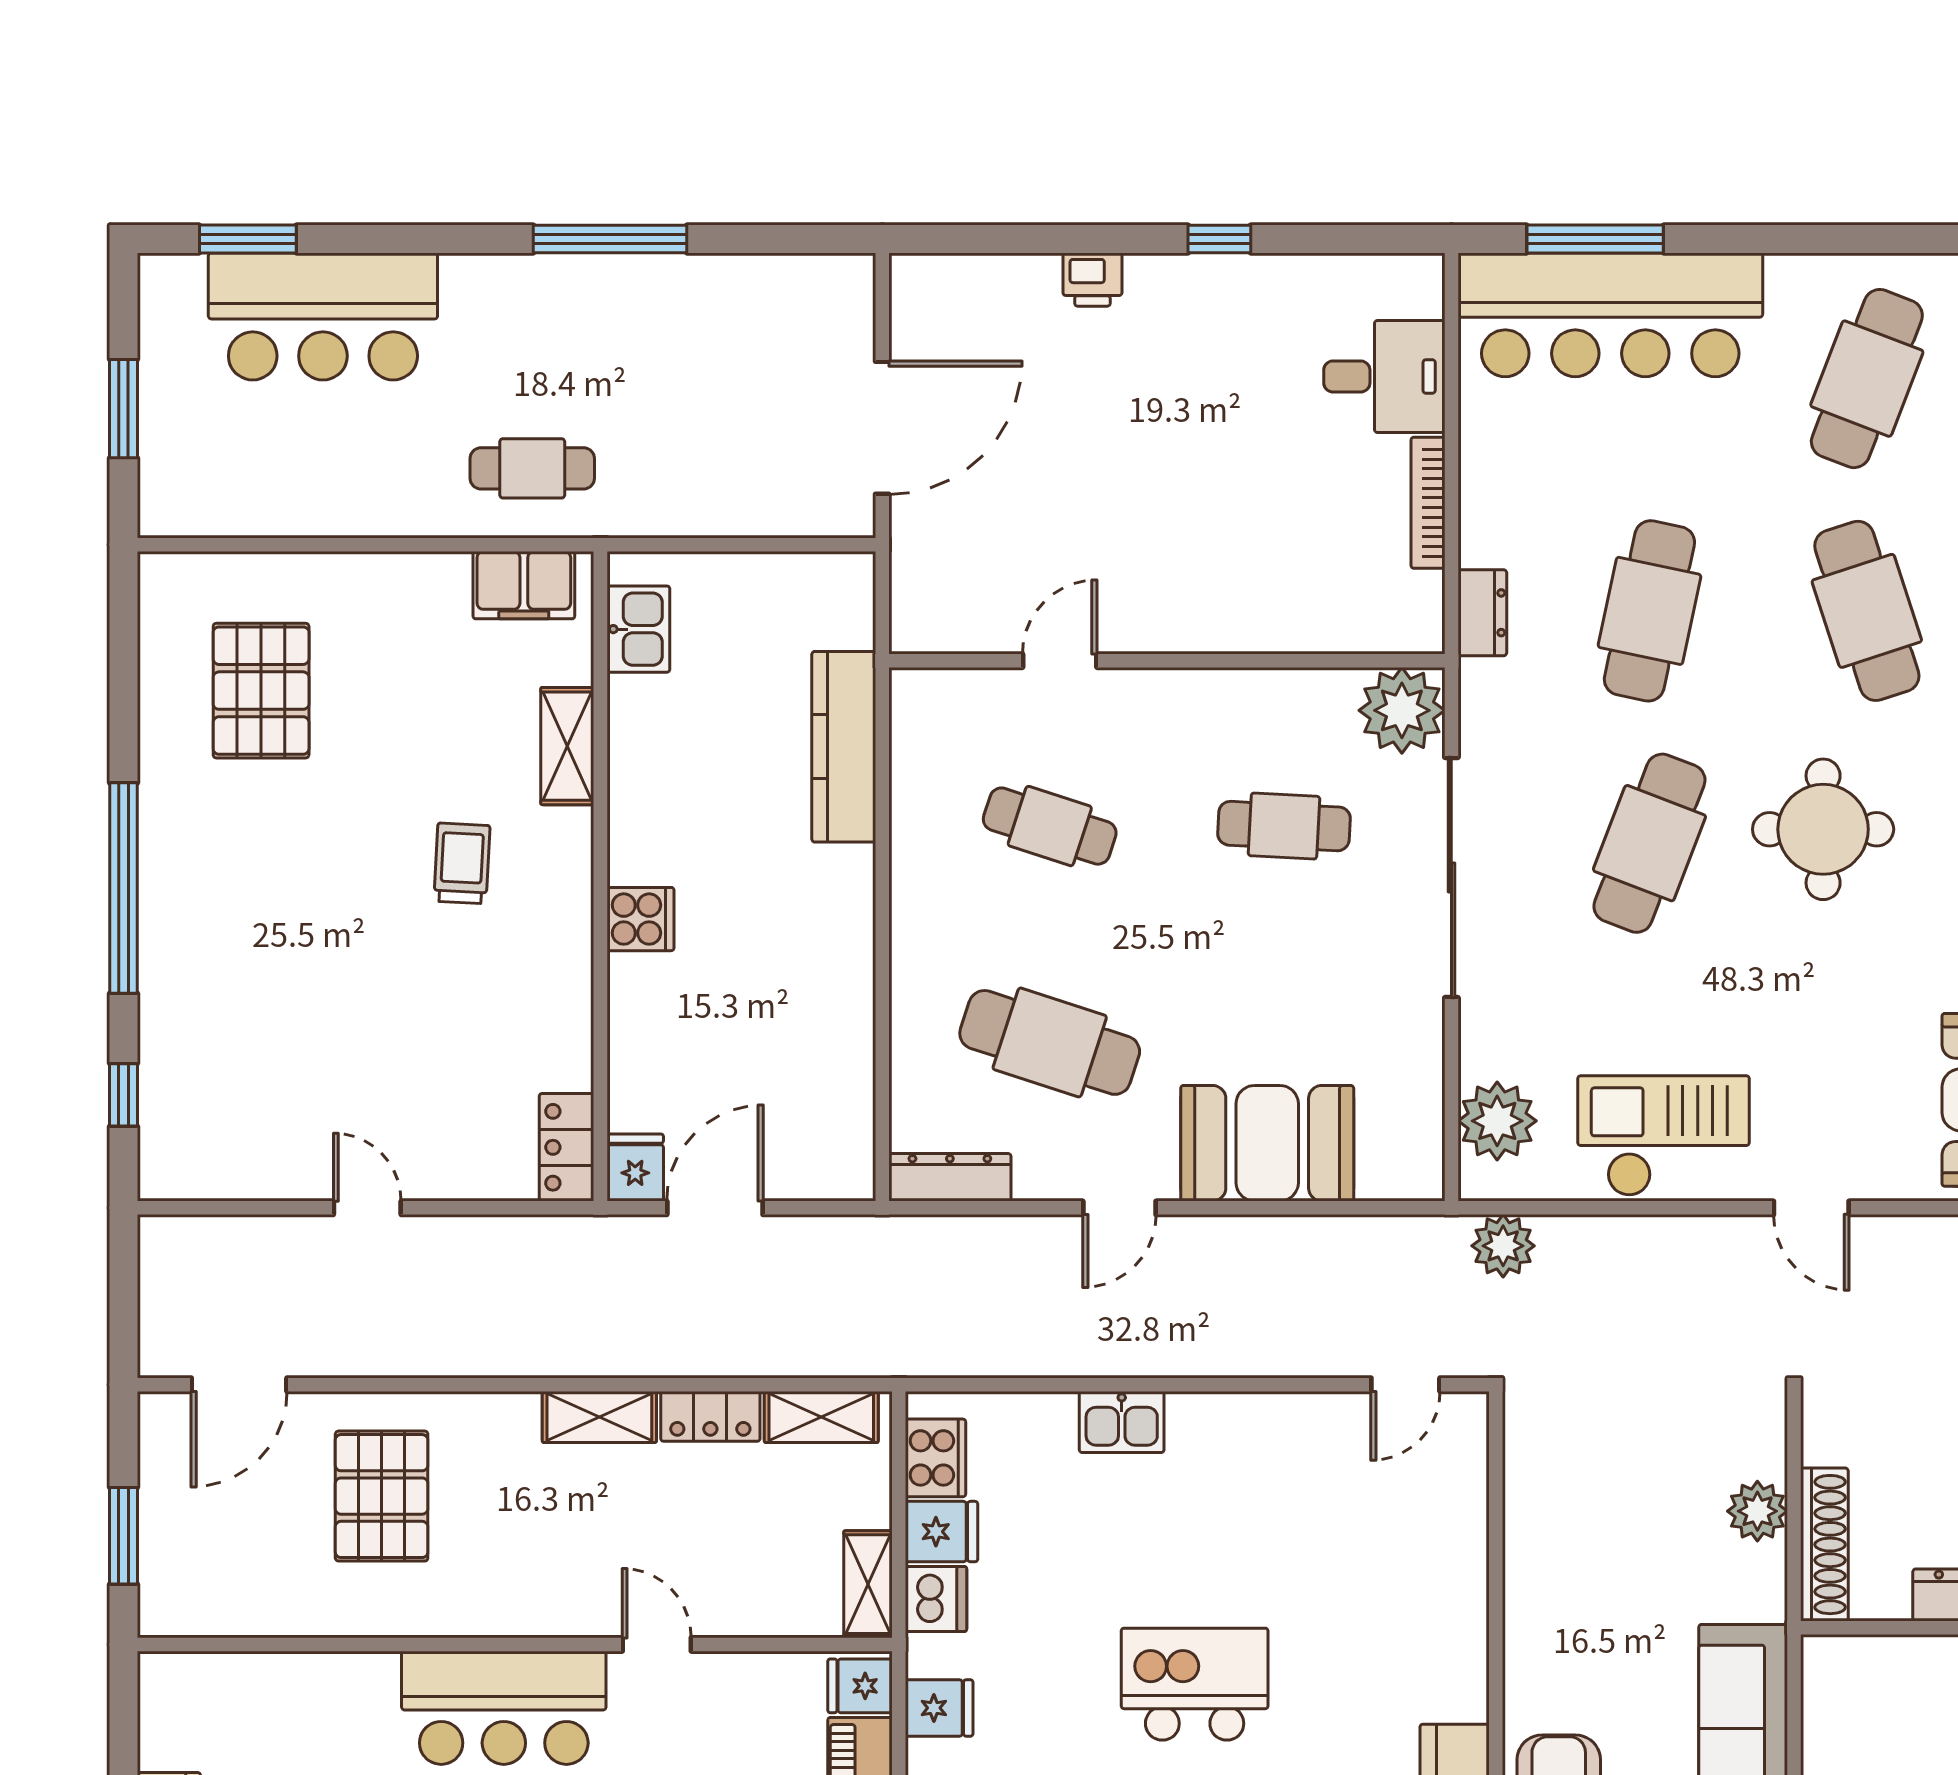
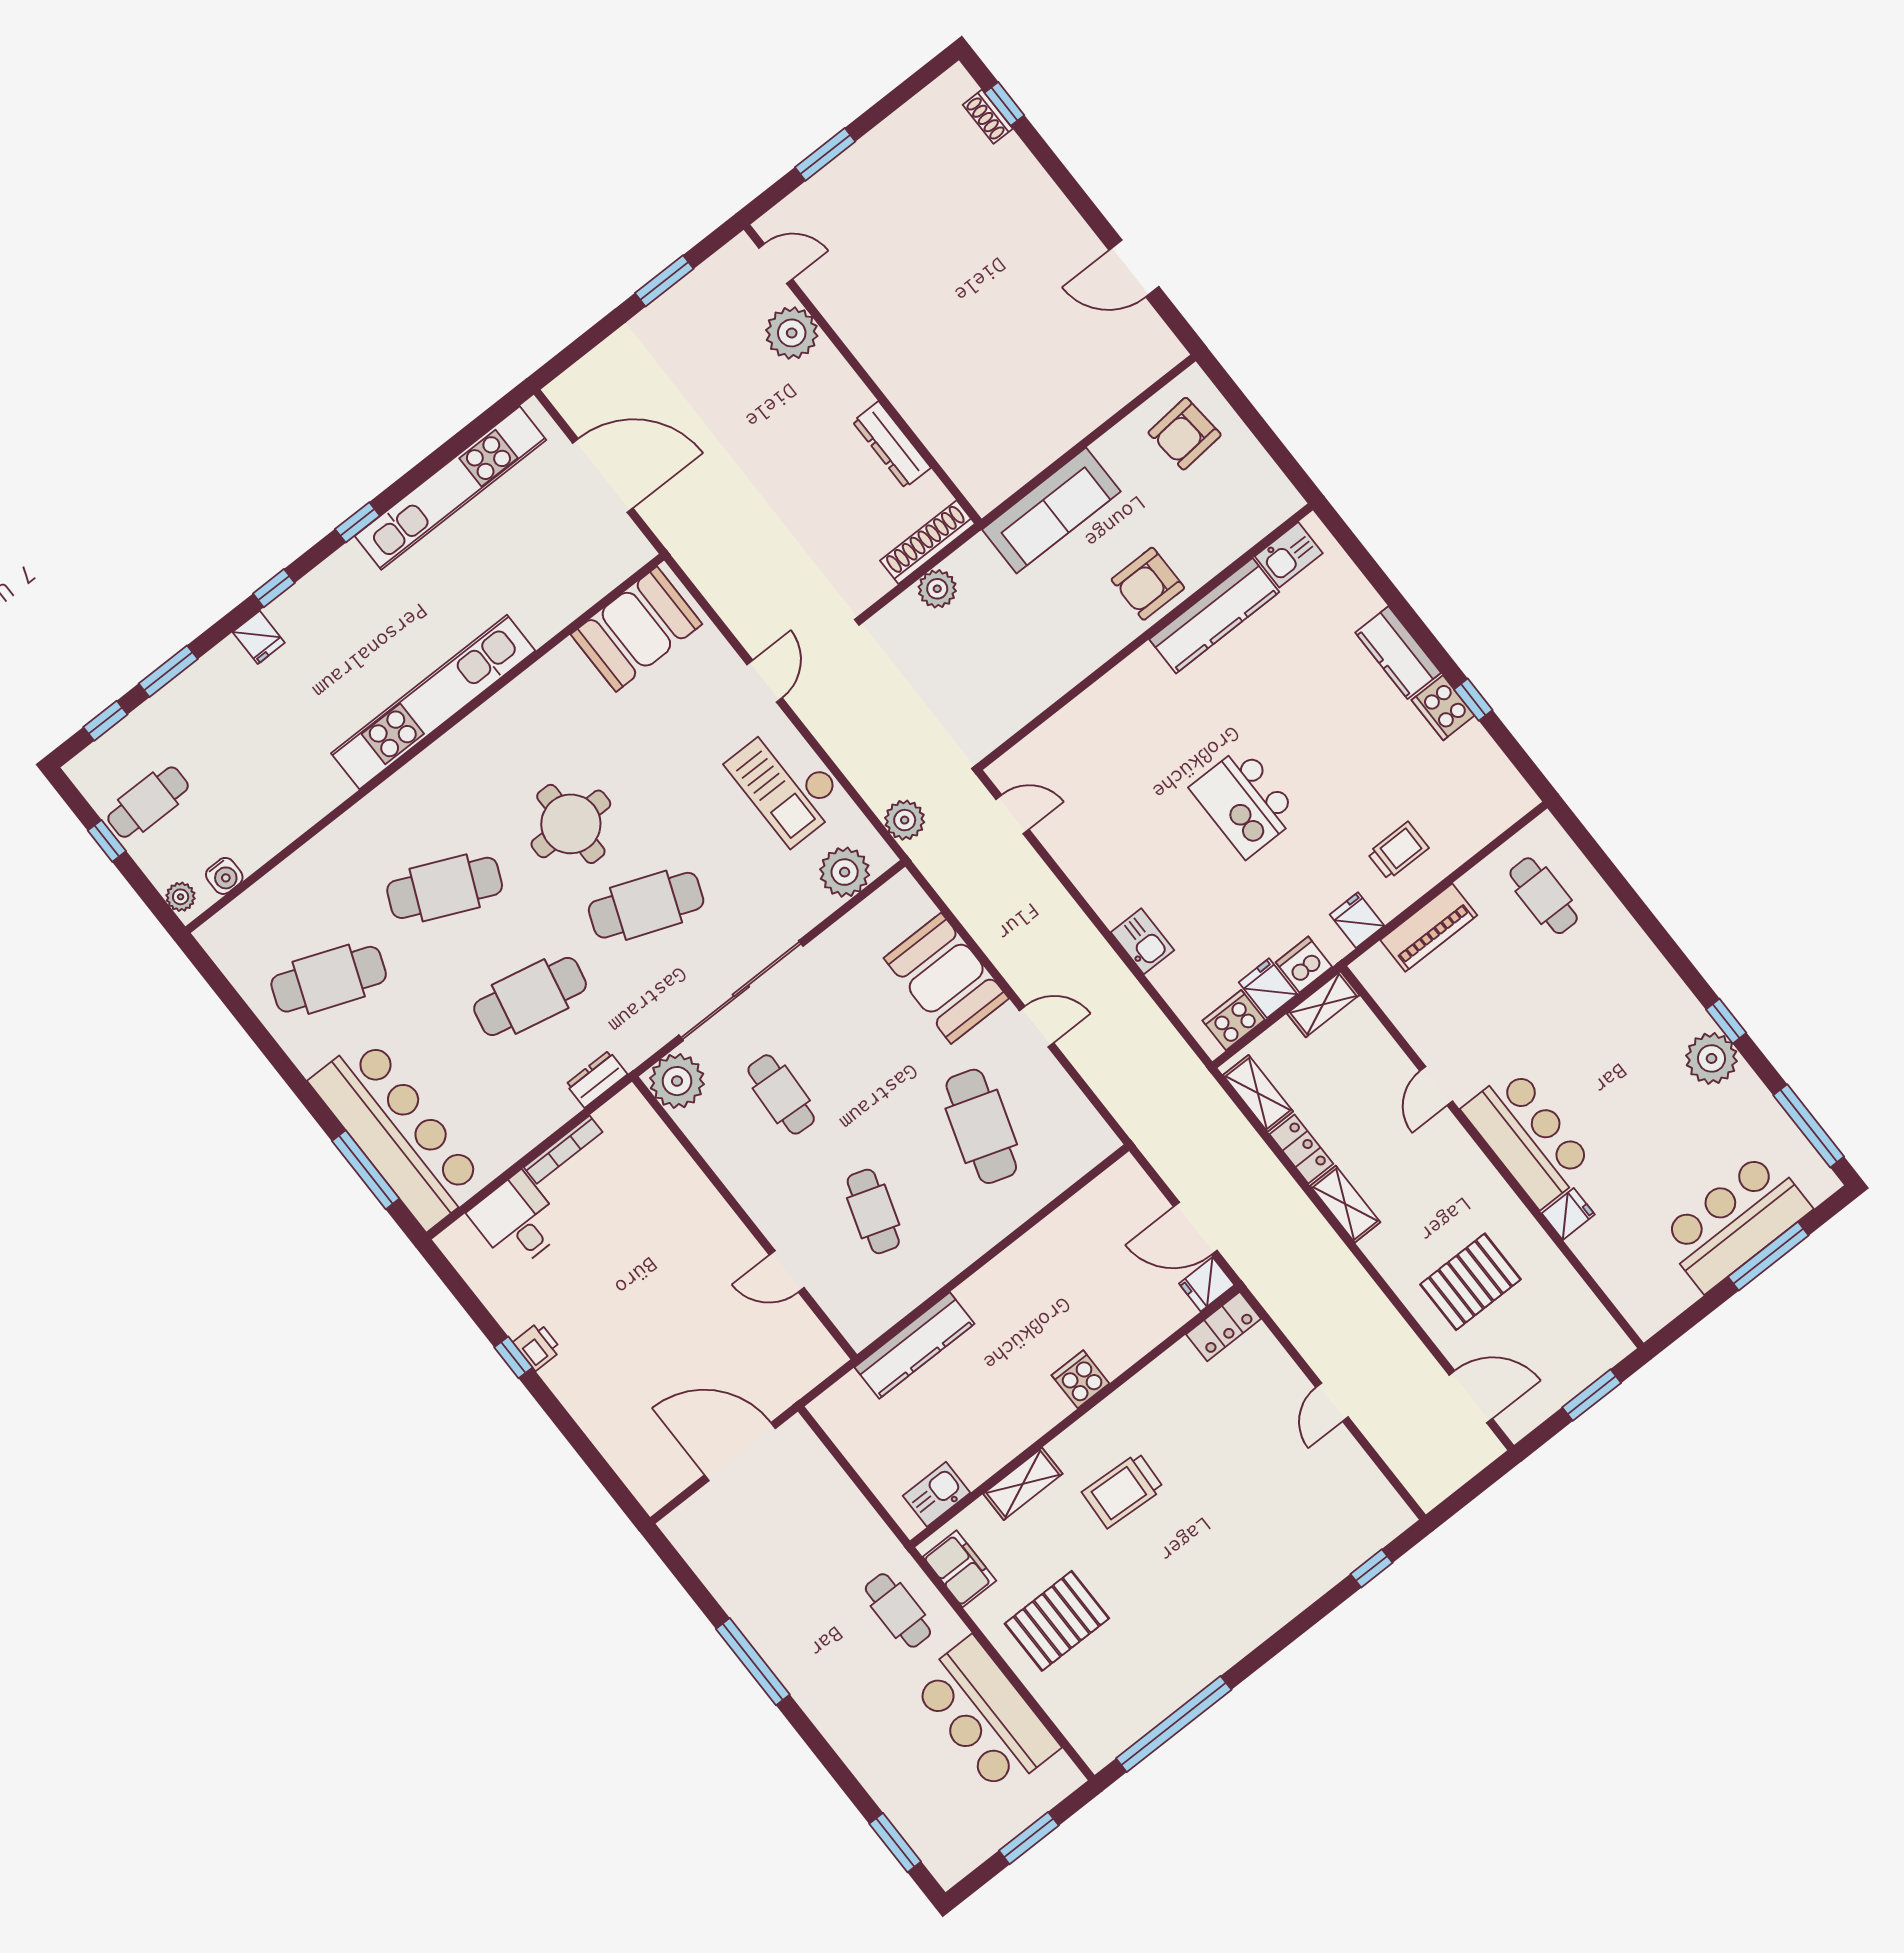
printer: (1092, 280) -> (537, 1346), moved
bar counter: (323, 316) -> (985, 1715), moved, turned 180
cafe table: (1867, 611) -> (445, 888), turned 42
pallet: (261, 691) -> (1057, 1621), moved
trolley: (462, 863) -> (1123, 1490), width x1.36, depth x1.39
window: (123, 888) -> (1174, 1724), moved
dresser: (950, 1177) -> (1088, 1123), removed
fridge: (860, 1686) -> (1568, 1214), moved, turned -90

